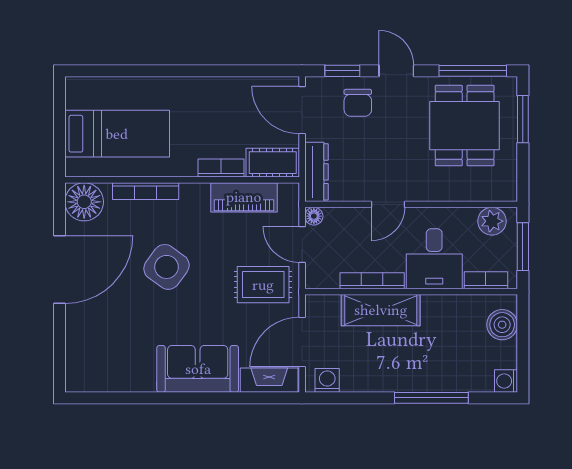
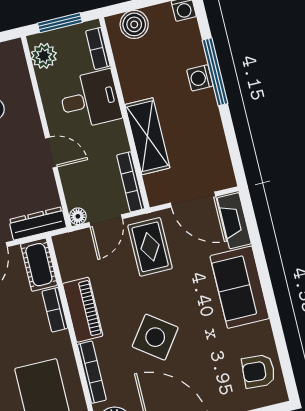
piano: (244, 197) -> (83, 310), moved
bookcase: (372, 281) -> (131, 182), moved
armchair: (104, 367) -> (258, 371), added
washing machine: (327, 380) -> (200, 78), moved

